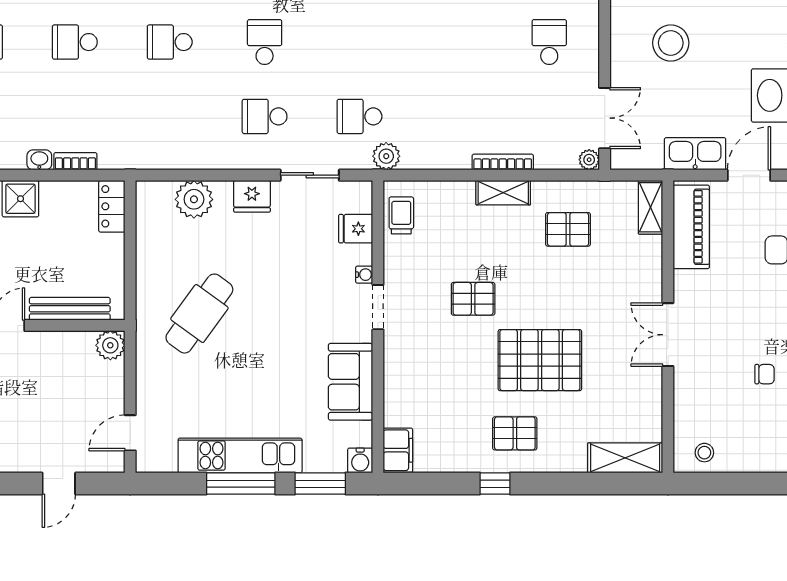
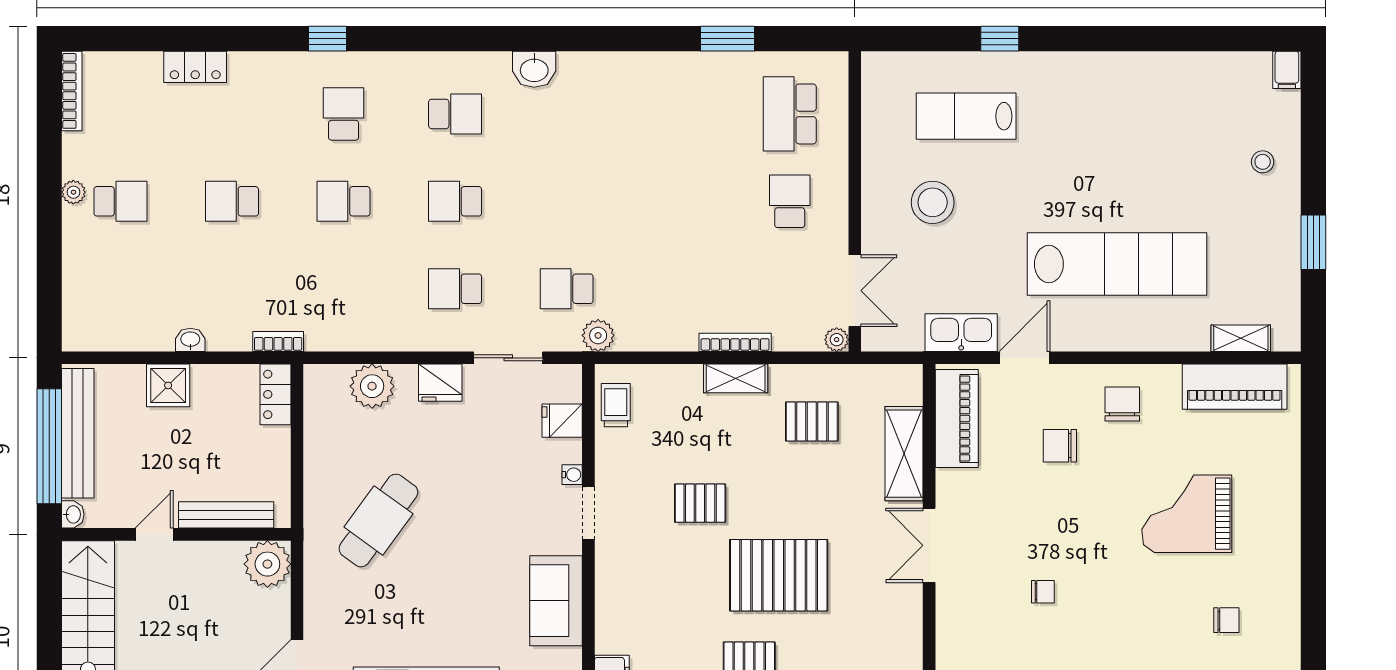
school desk: (265, 42) -> (455, 201), turned -90
bookcase: (75, 161) -> (278, 341), moved
shelving: (651, 207) -> (904, 454), moved, width x1.50, depth x1.33
plant: (110, 345) -> (267, 564), width x1.36, depth x1.36

